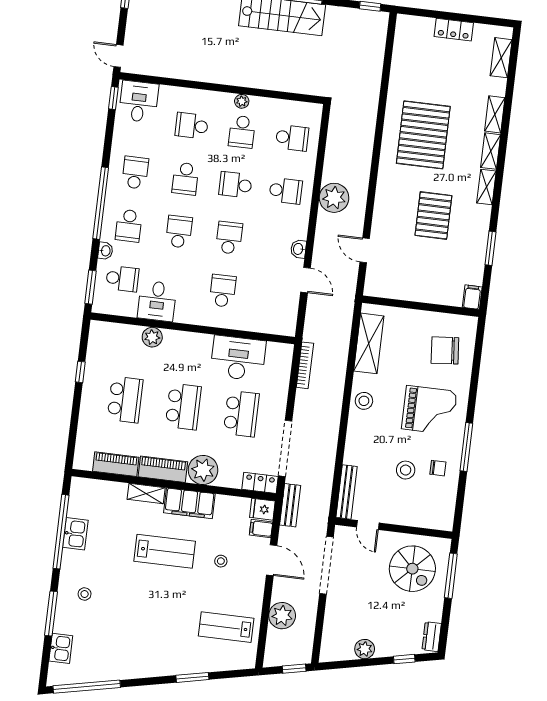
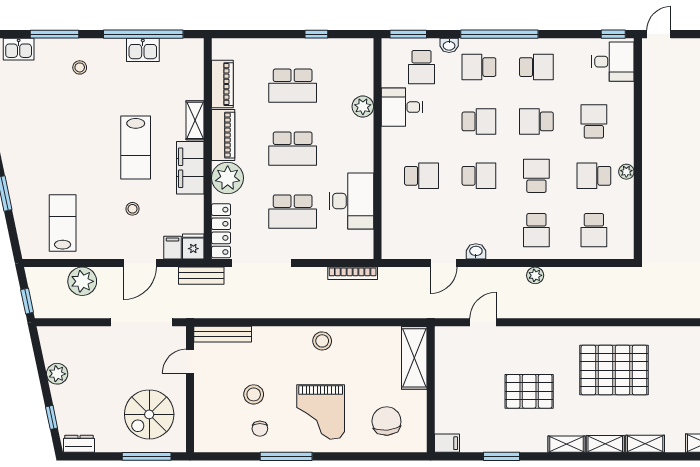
plant: (334, 198) -> (535, 275), width x0.53, depth x0.53
shelving: (369, 343) -> (414, 358), moved, turned 90
locker: (260, 483) -> (221, 231), width x1.53

